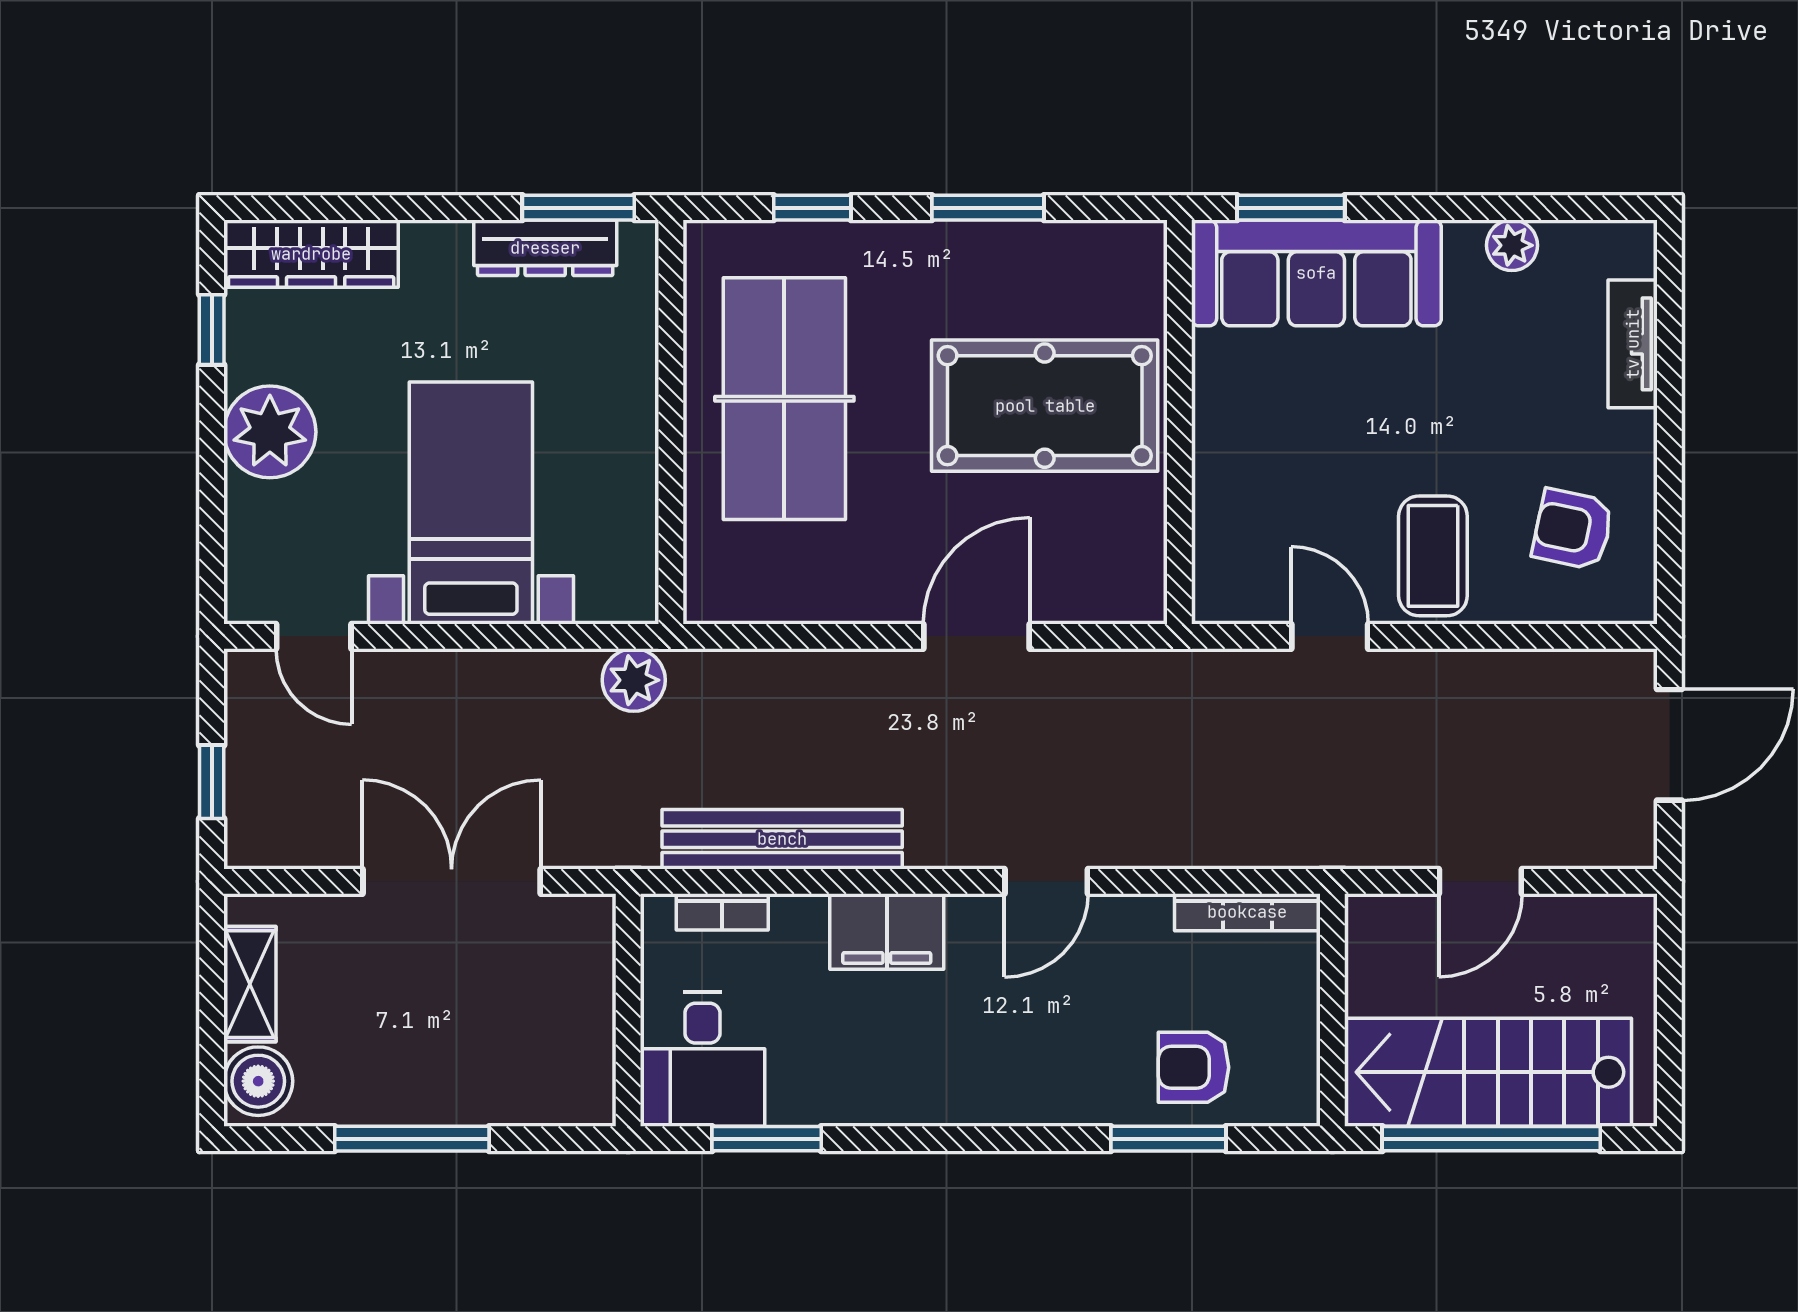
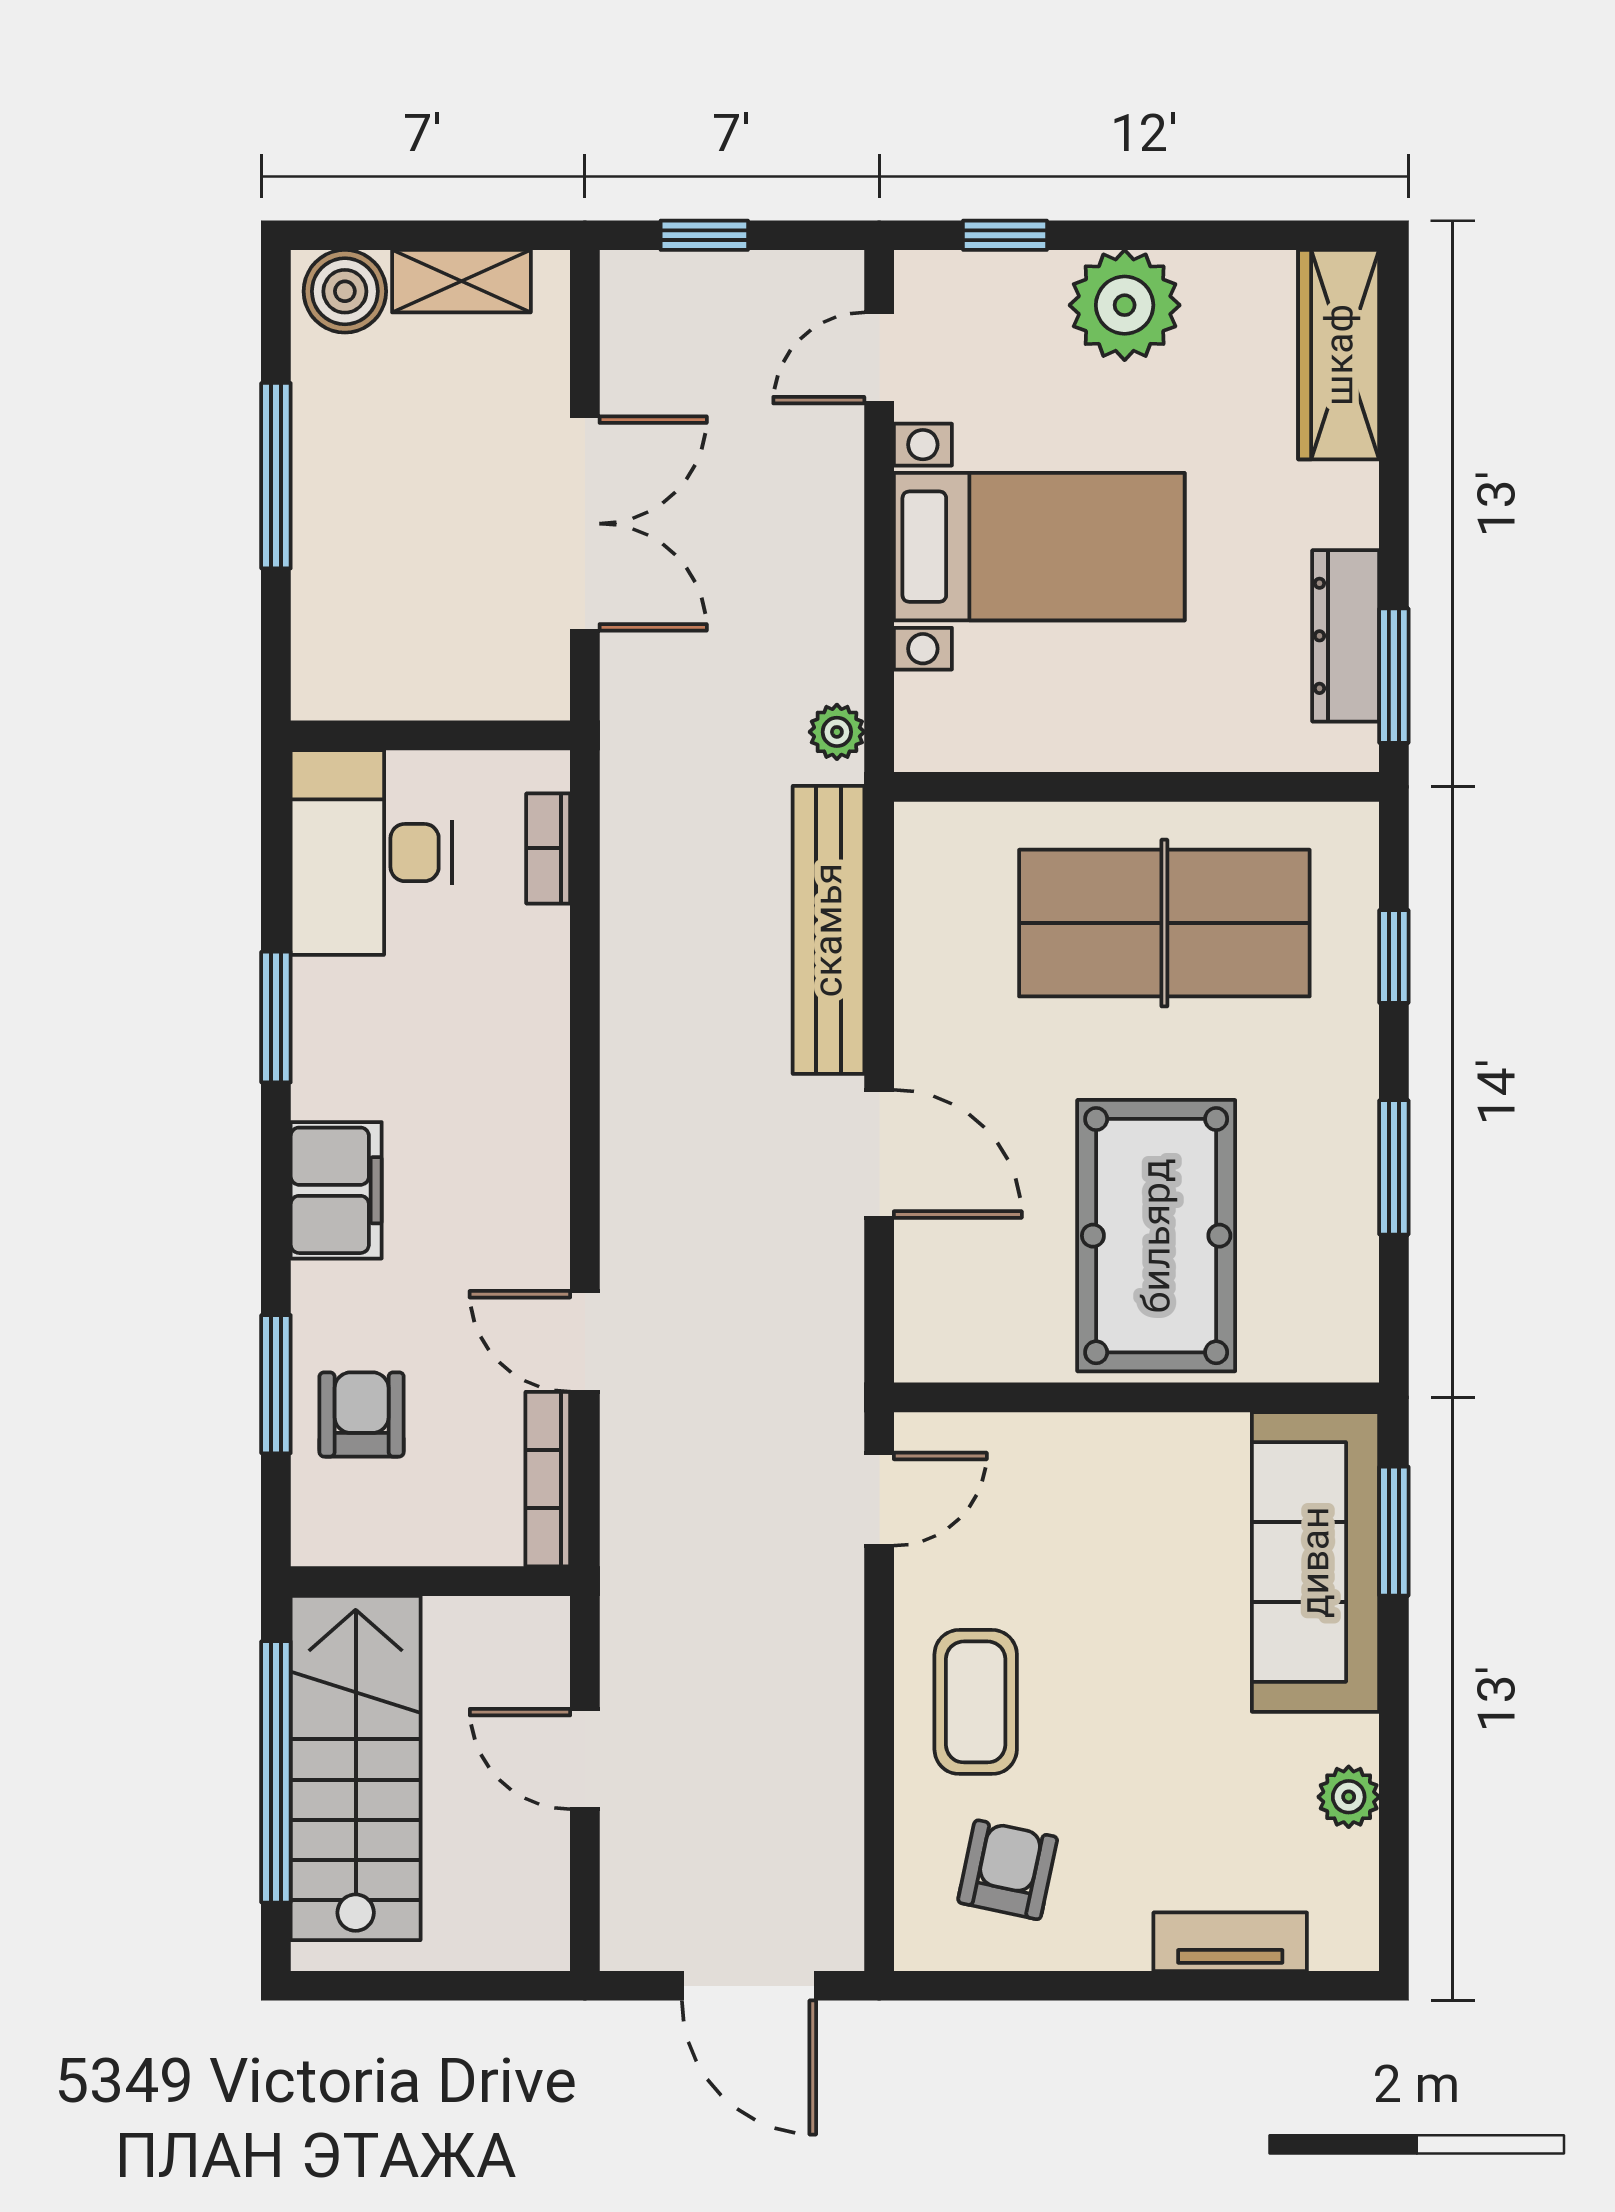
window: (212, 330) -> (1005, 235), moved
coffee table: (1433, 556) -> (976, 1702), turned 90
door: (1330, 636) -> (879, 1499), moved
plant: (634, 680) -> (837, 732), width x0.73, depth x0.73
bench: (782, 839) -> (828, 930), moved
door: (1046, 881) -> (585, 1341), moved
filing cabinet: (887, 931) -> (336, 1190), moved, turned 180
desk: (702, 1059) -> (371, 853), width x1.37
window: (767, 1139) -> (276, 1017), moved

